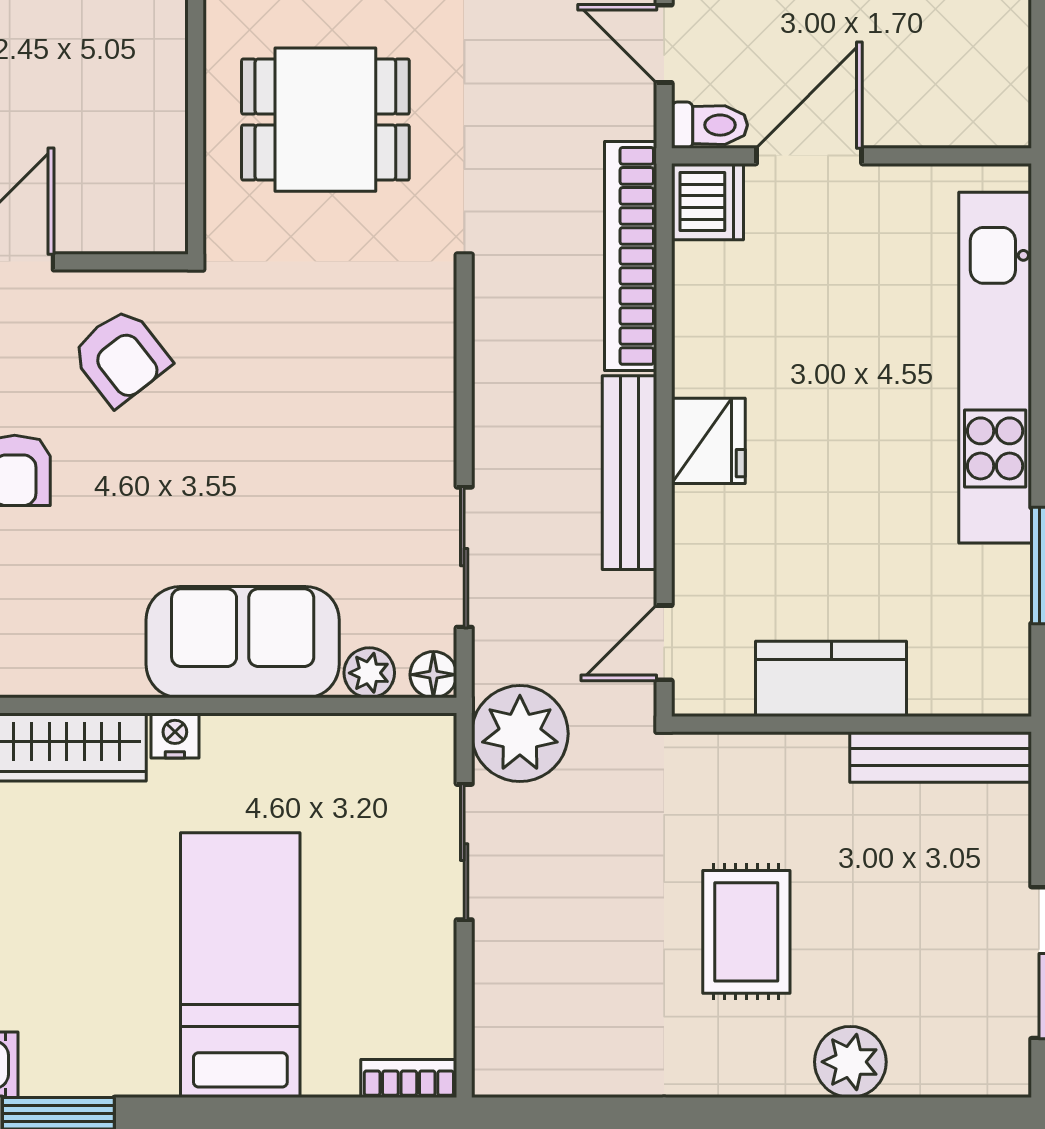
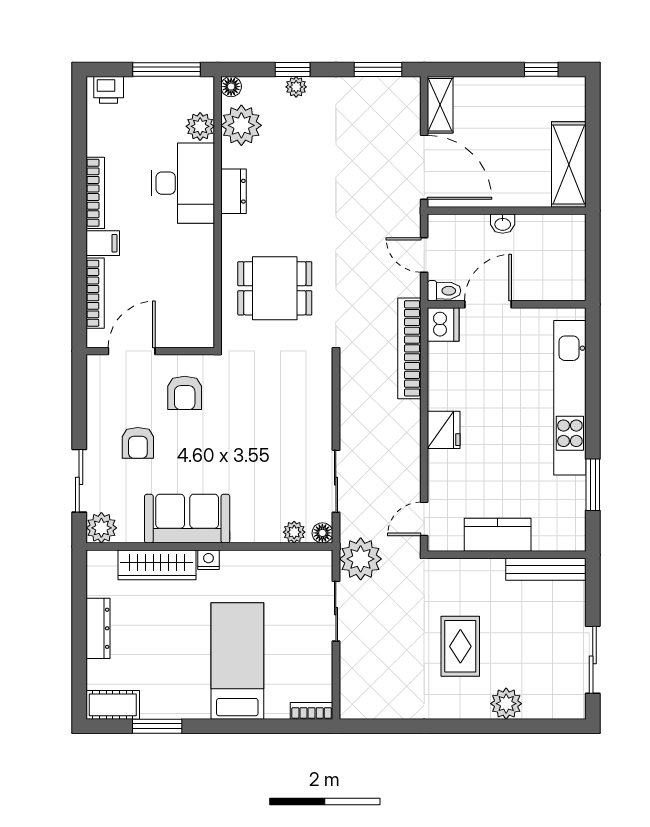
armchair: (121, 357) -> (185, 393), turned 38
bench: (629, 473) -> (409, 444), removed
sofa: (243, 642) -> (187, 519), moved

